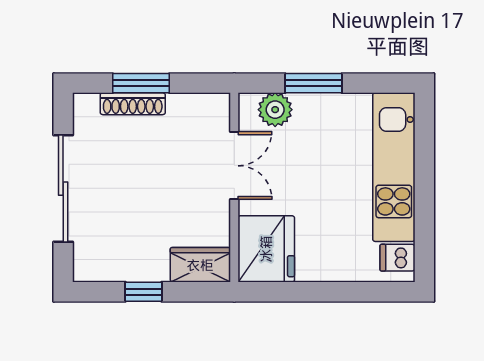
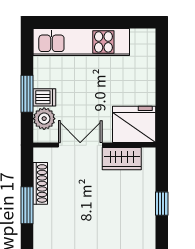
shoe rack: (133, 104) -> (40, 183), moved
dishwasher: (397, 258) -> (44, 97), moved, turned -90
wardrobe: (200, 265) -> (122, 159), moved, turned -90

